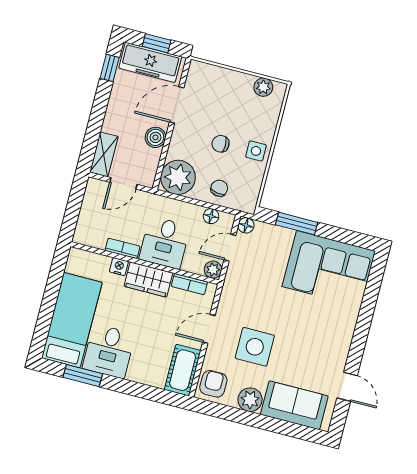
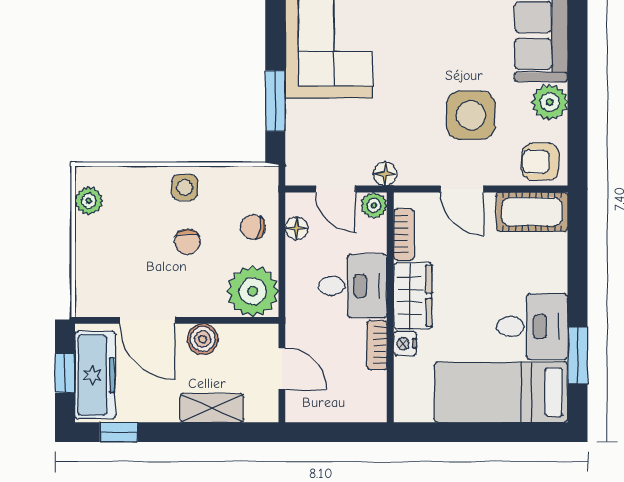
shelving: (104, 154) -> (212, 408), moved
floor lamp: (246, 225) -> (385, 174), moved

